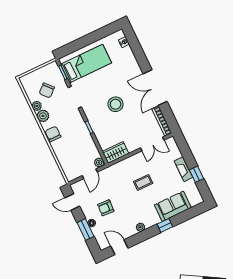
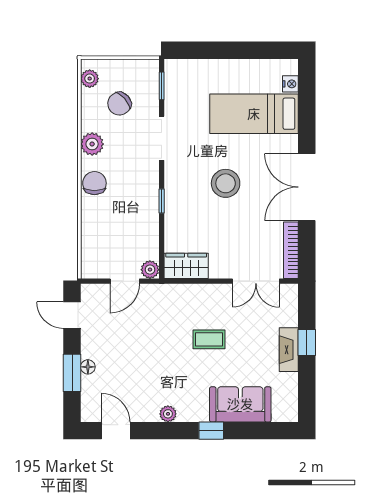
bed: (86, 64) -> (254, 114), moved, turned 180
plant: (37, 106) -> (90, 79), moved
window: (196, 174) -> (307, 342), moved
armchair: (106, 208) -> (124, 352), removed

